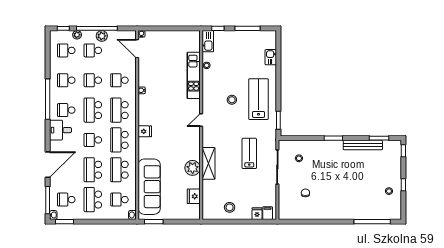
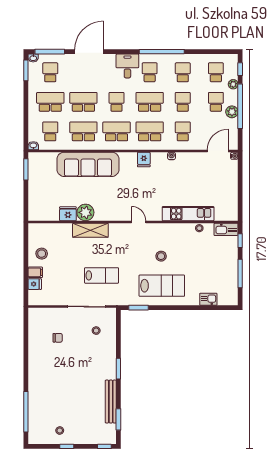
fridge: (145, 131) -> (144, 159), moved
door: (48, 165) -> (89, 52), swing flipped
sofa: (149, 187) -> (88, 164), moved
fridge: (194, 196) -> (68, 214), moved
filing cabinet: (268, 213) -> (35, 272), moved

